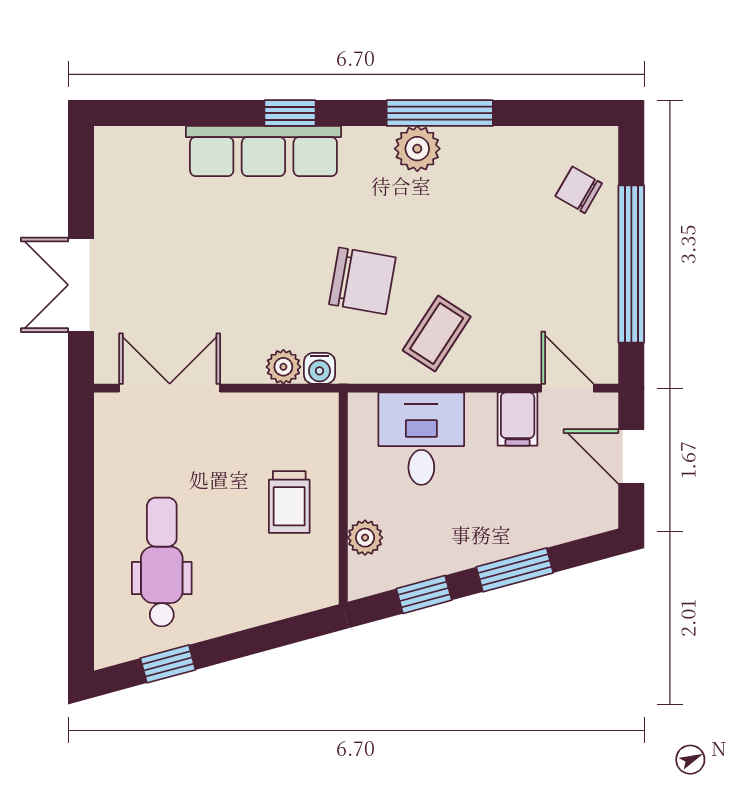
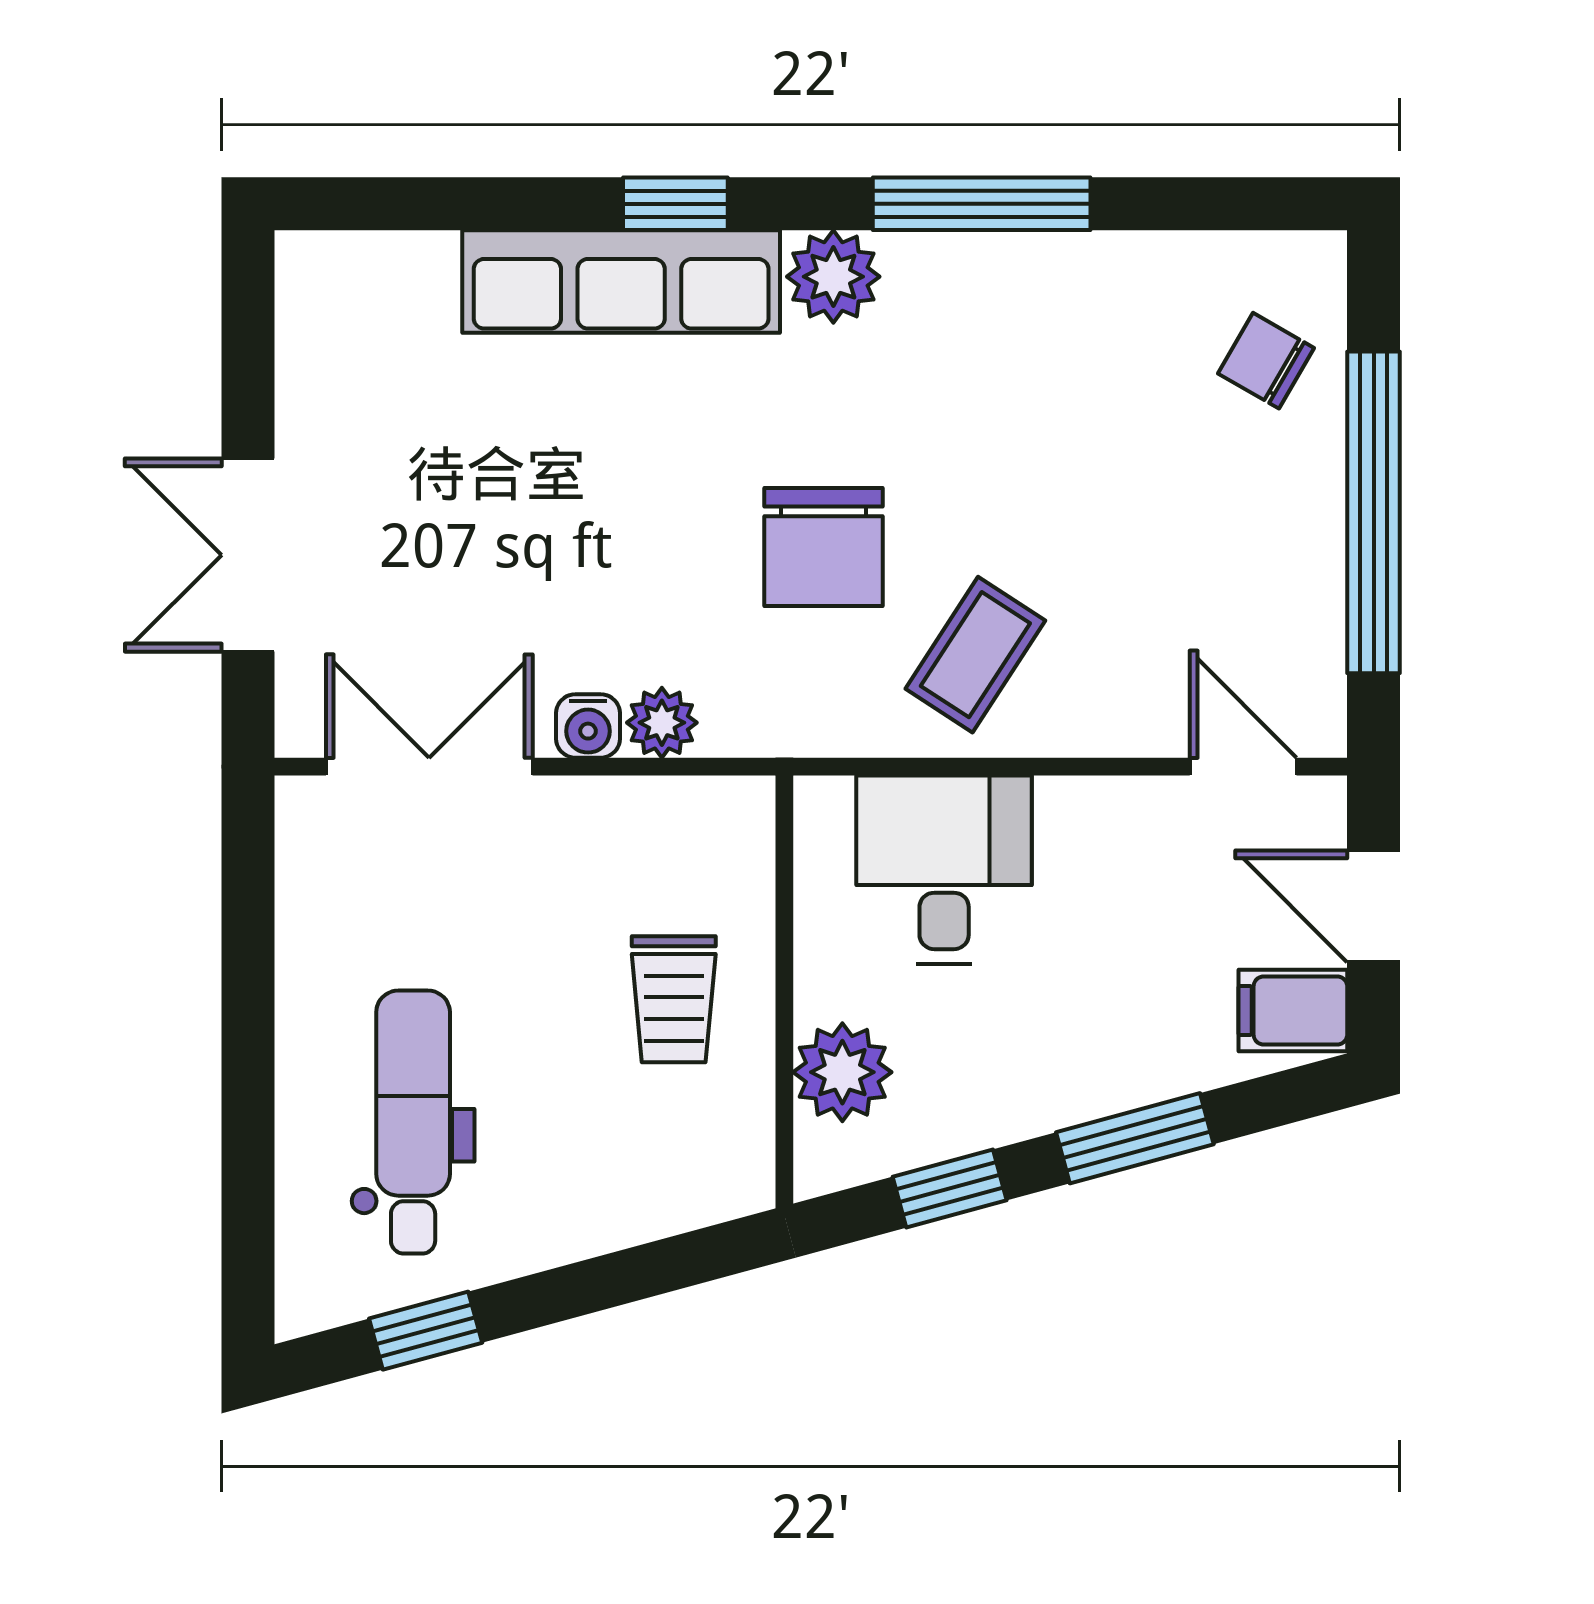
plant: (417, 149) -> (833, 277), moved
chair: (362, 281) -> (824, 547), turned 80
water cooler: (320, 368) -> (588, 726), moved
filing cabinet: (518, 419) -> (1293, 1010), moved, turned 90
plant: (365, 538) -> (842, 1072), width x1.38, depth x1.38

